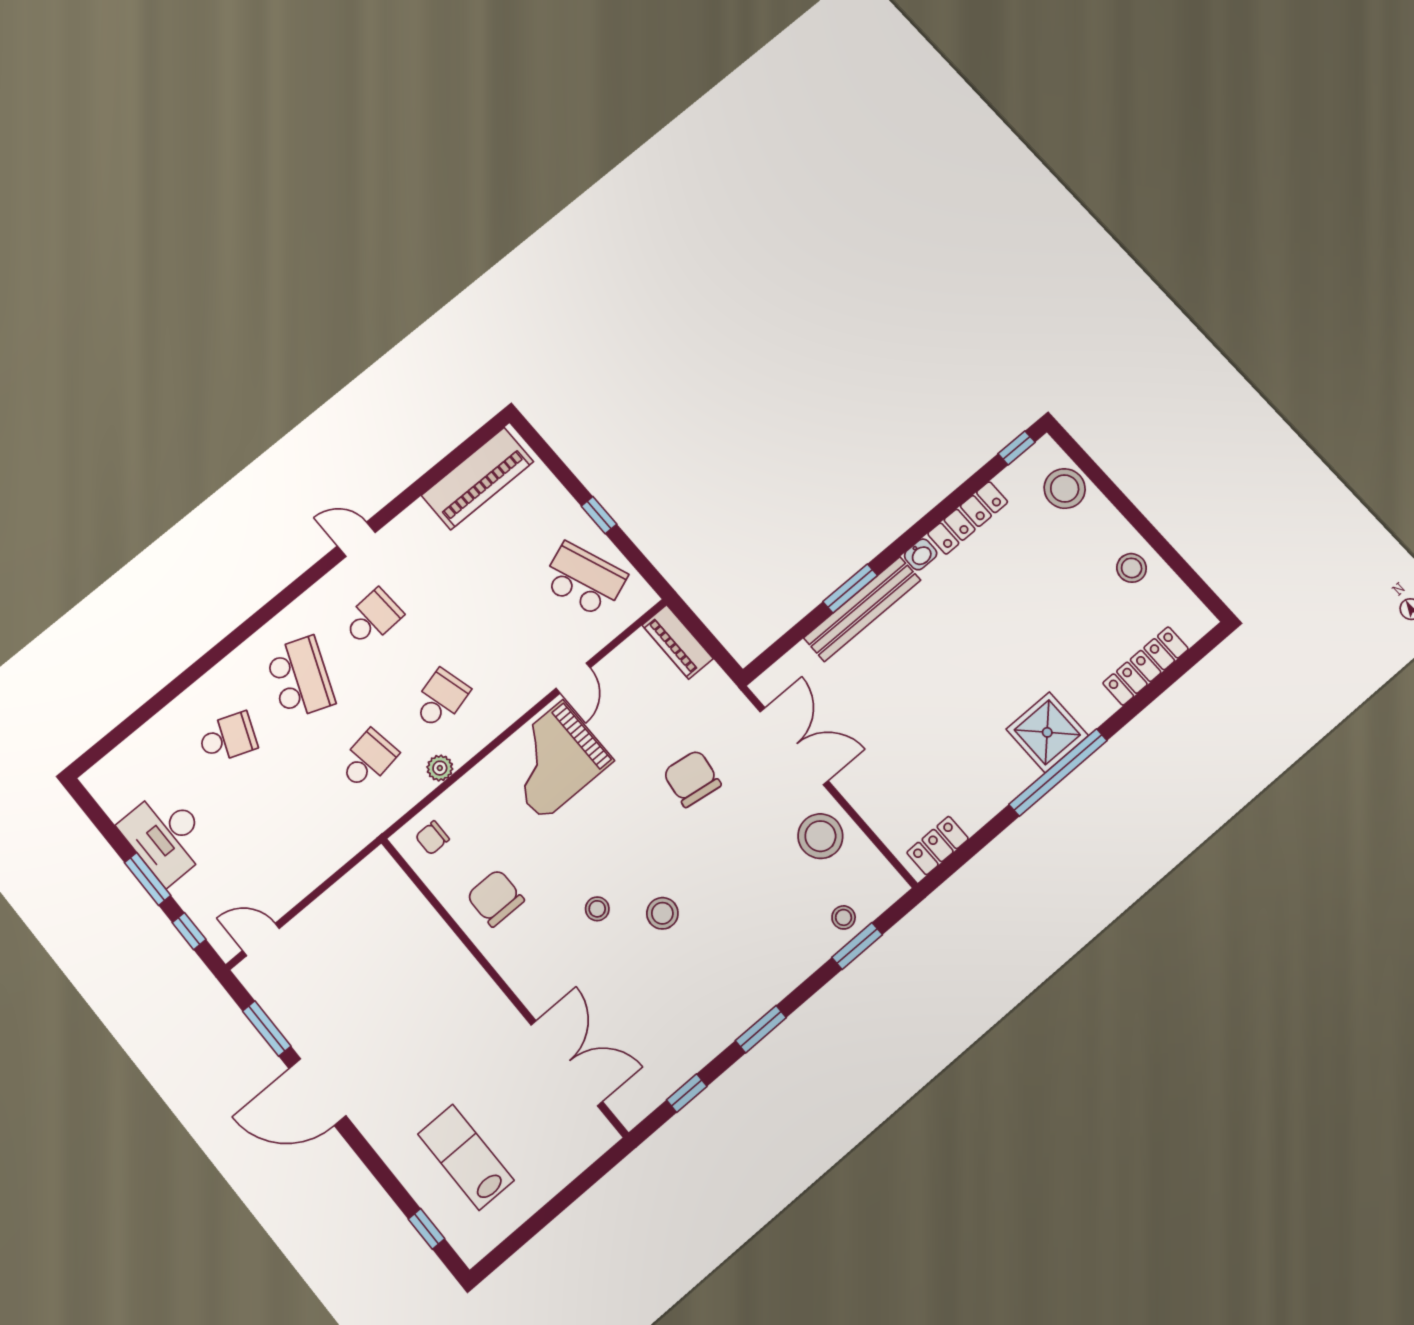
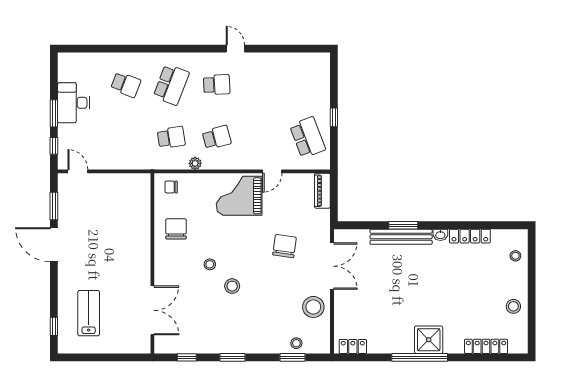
window: (1017, 448) -> (511, 225), removed
piano: (477, 479) -> (300, 64), removed
stool: (1065, 488) -> (515, 256), width x0.53, depth x0.53

